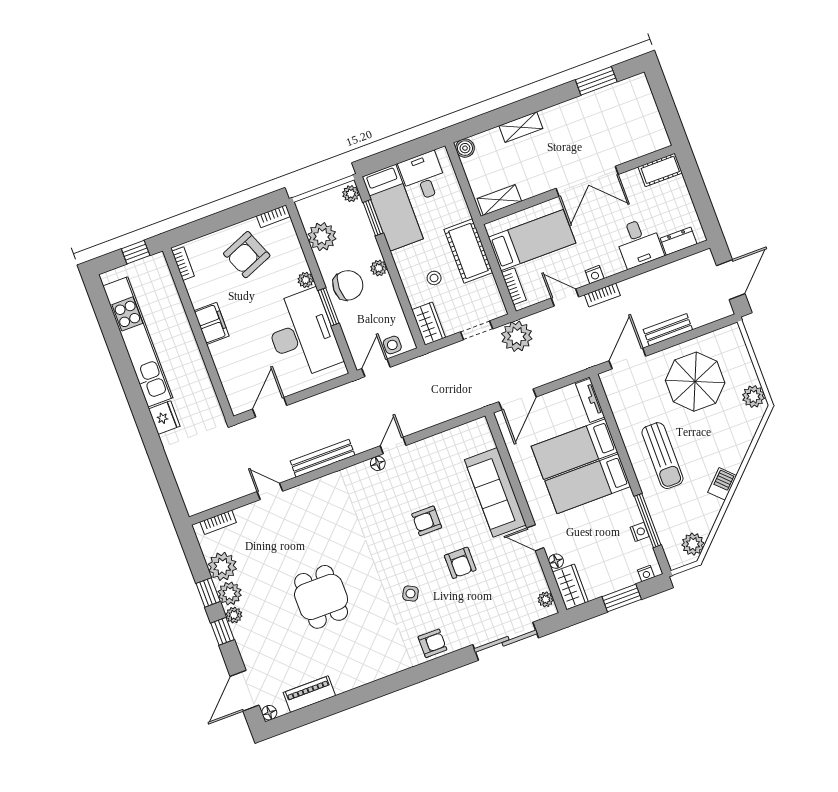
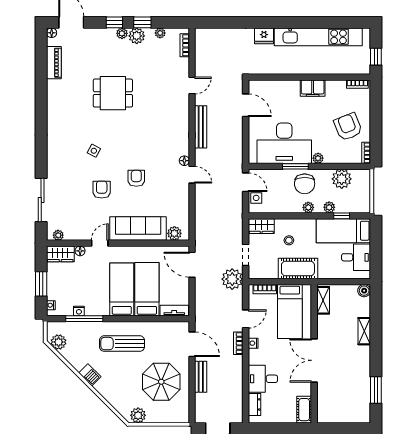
plant: (351, 194) -> (329, 207), moved
window: (373, 218) -> (342, 216), width x0.67
plant: (483, 440) -> (174, 233), added
armchair: (460, 563) -> (102, 190), turned 90
plant: (222, 566) -> (160, 33), width x0.53, depth x0.53
armchair: (432, 643) -> (57, 153), removed

